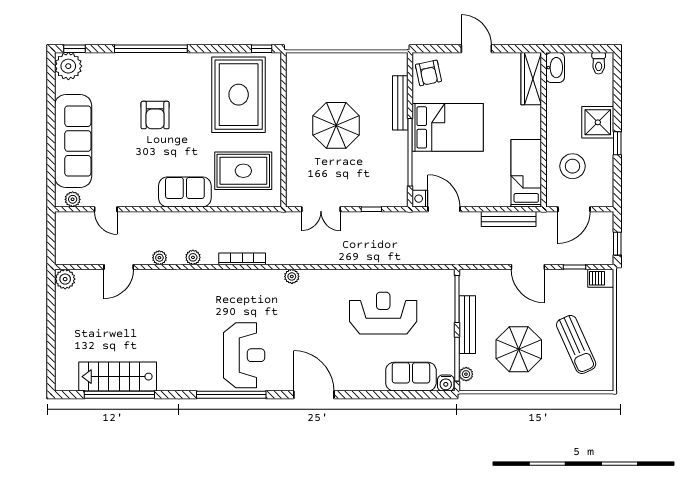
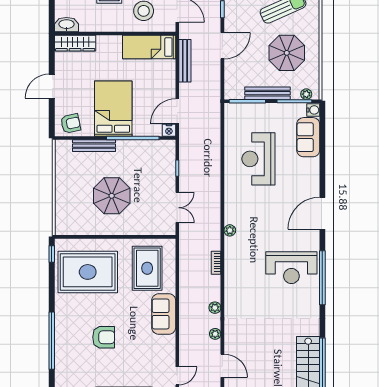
bookcase: (242, 259) -> (216, 263), width x0.64
reception desk: (244, 355) -> (291, 268), turned 180

